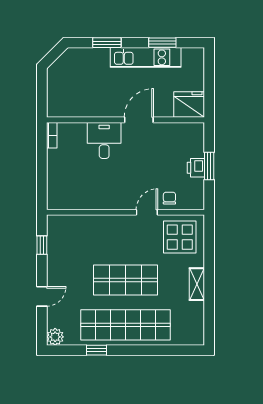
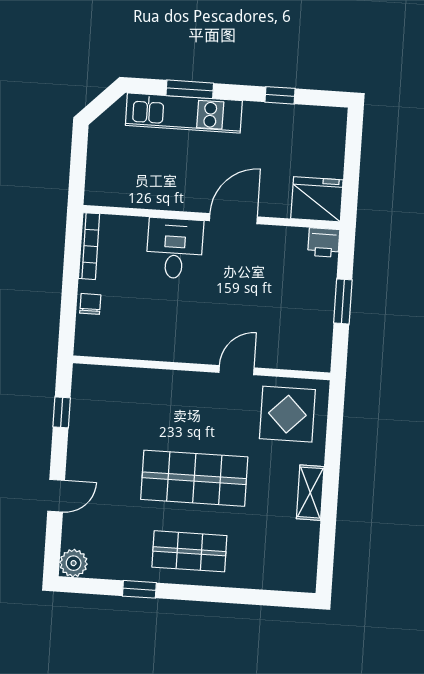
window: (162, 43) -> (280, 95), width x0.67
kitchen unit: (146, 57) -> (184, 113), moved
bookcase: (52, 135) -> (89, 246), width x1.56
printer: (196, 168) -> (324, 242), moved, turned -90
chair: (169, 198) -> (90, 304), moved
shop shelf: (125, 325) -> (189, 551), width x0.50, depth x0.74

